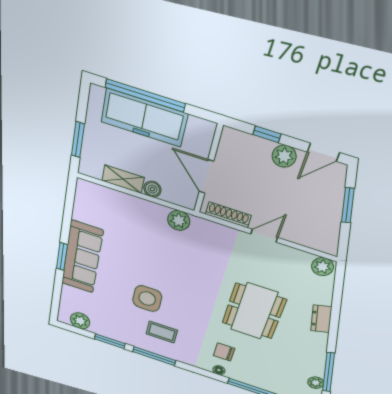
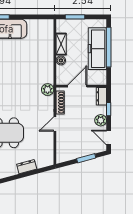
dresser: (238, 140) -> (101, 96), added
plant: (179, 220) -> (48, 90), moved
door: (264, 236) -> (55, 124), swing flipped
plant: (322, 267) -> (48, 159), removed
dresser: (321, 319) -> (27, 167), moved

